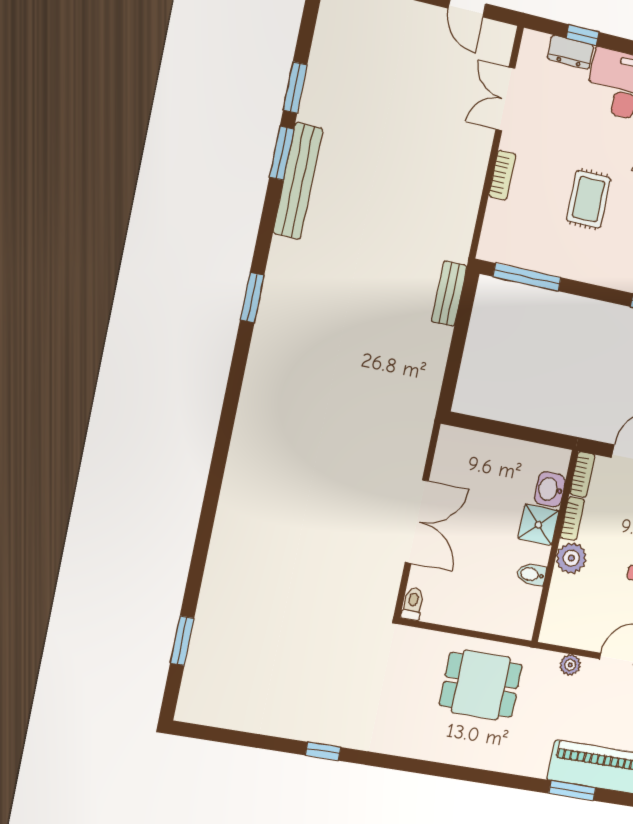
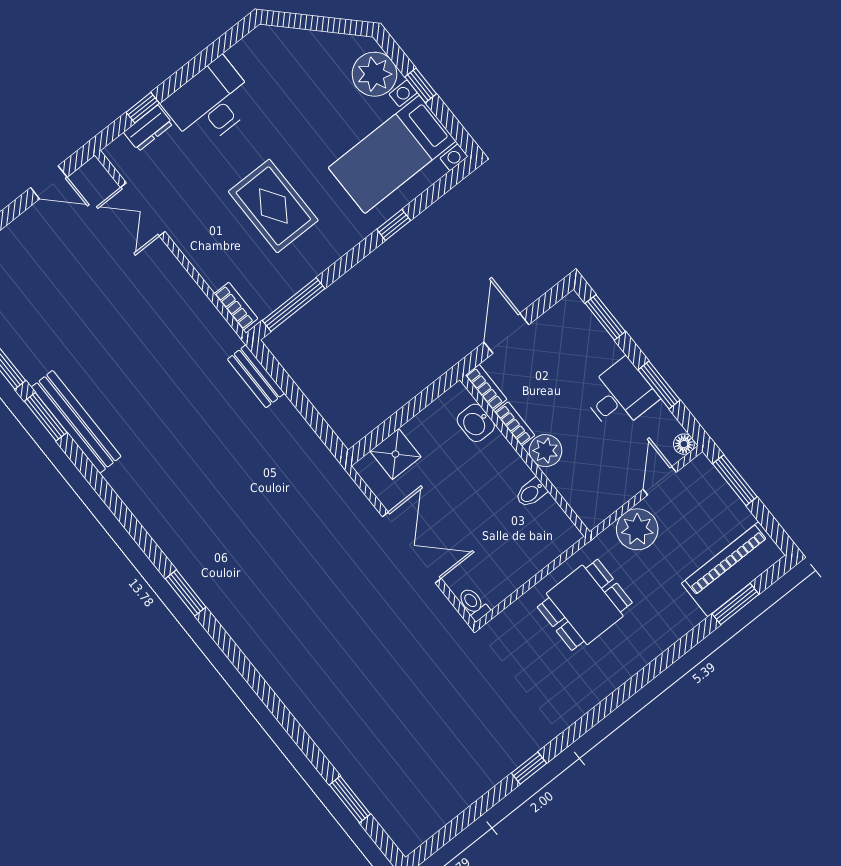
bookcase: (502, 175) -> (236, 306), moved
rug: (588, 199) -> (273, 206), width x1.36, depth x1.43
window: (252, 298) -> (186, 593), moved
shower: (538, 525) -> (395, 454), moved
plant: (570, 665) -> (637, 529), width x1.88, depth x1.88

